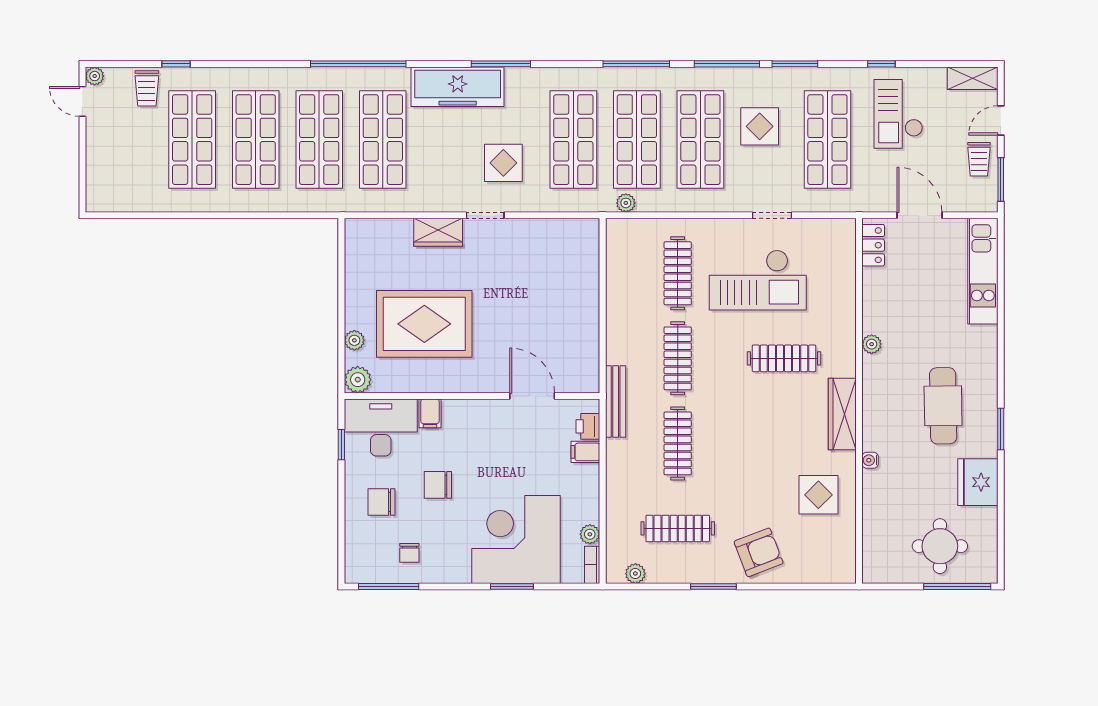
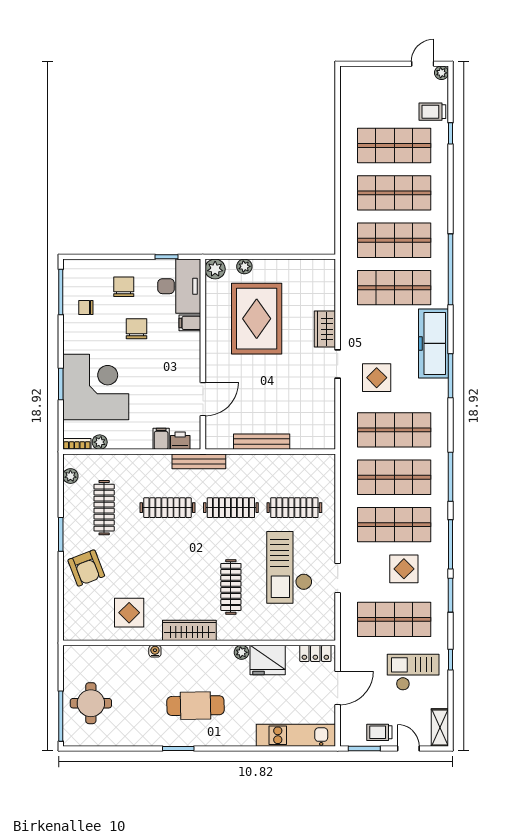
plant: (626, 203) -> (347, 469), removed
bench: (589, 317) -> (262, 442), added
fridge: (978, 482) -> (268, 660), moved, turned 180

